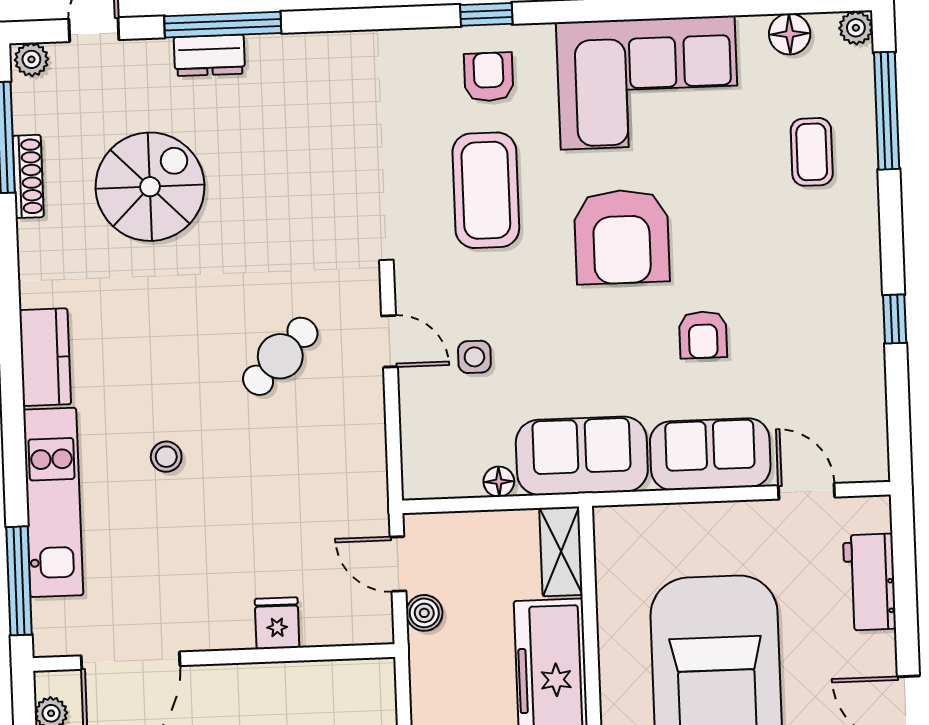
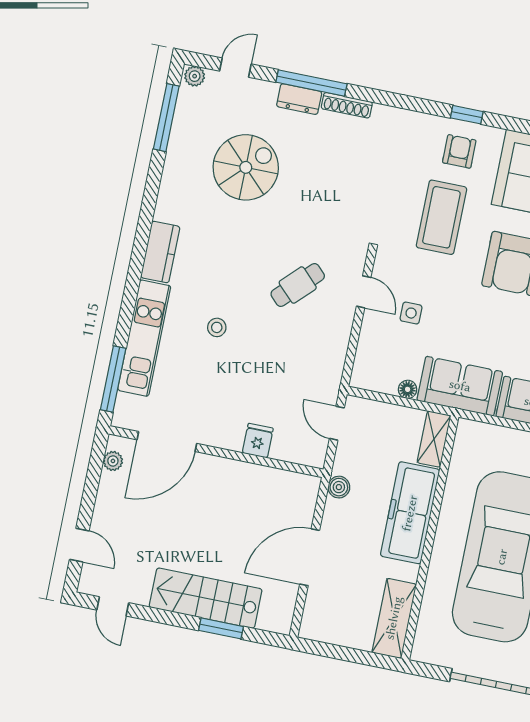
shoe rack: (28, 176) -> (347, 105), moved, turned 90
boiler: (424, 613) -> (339, 487), moved

